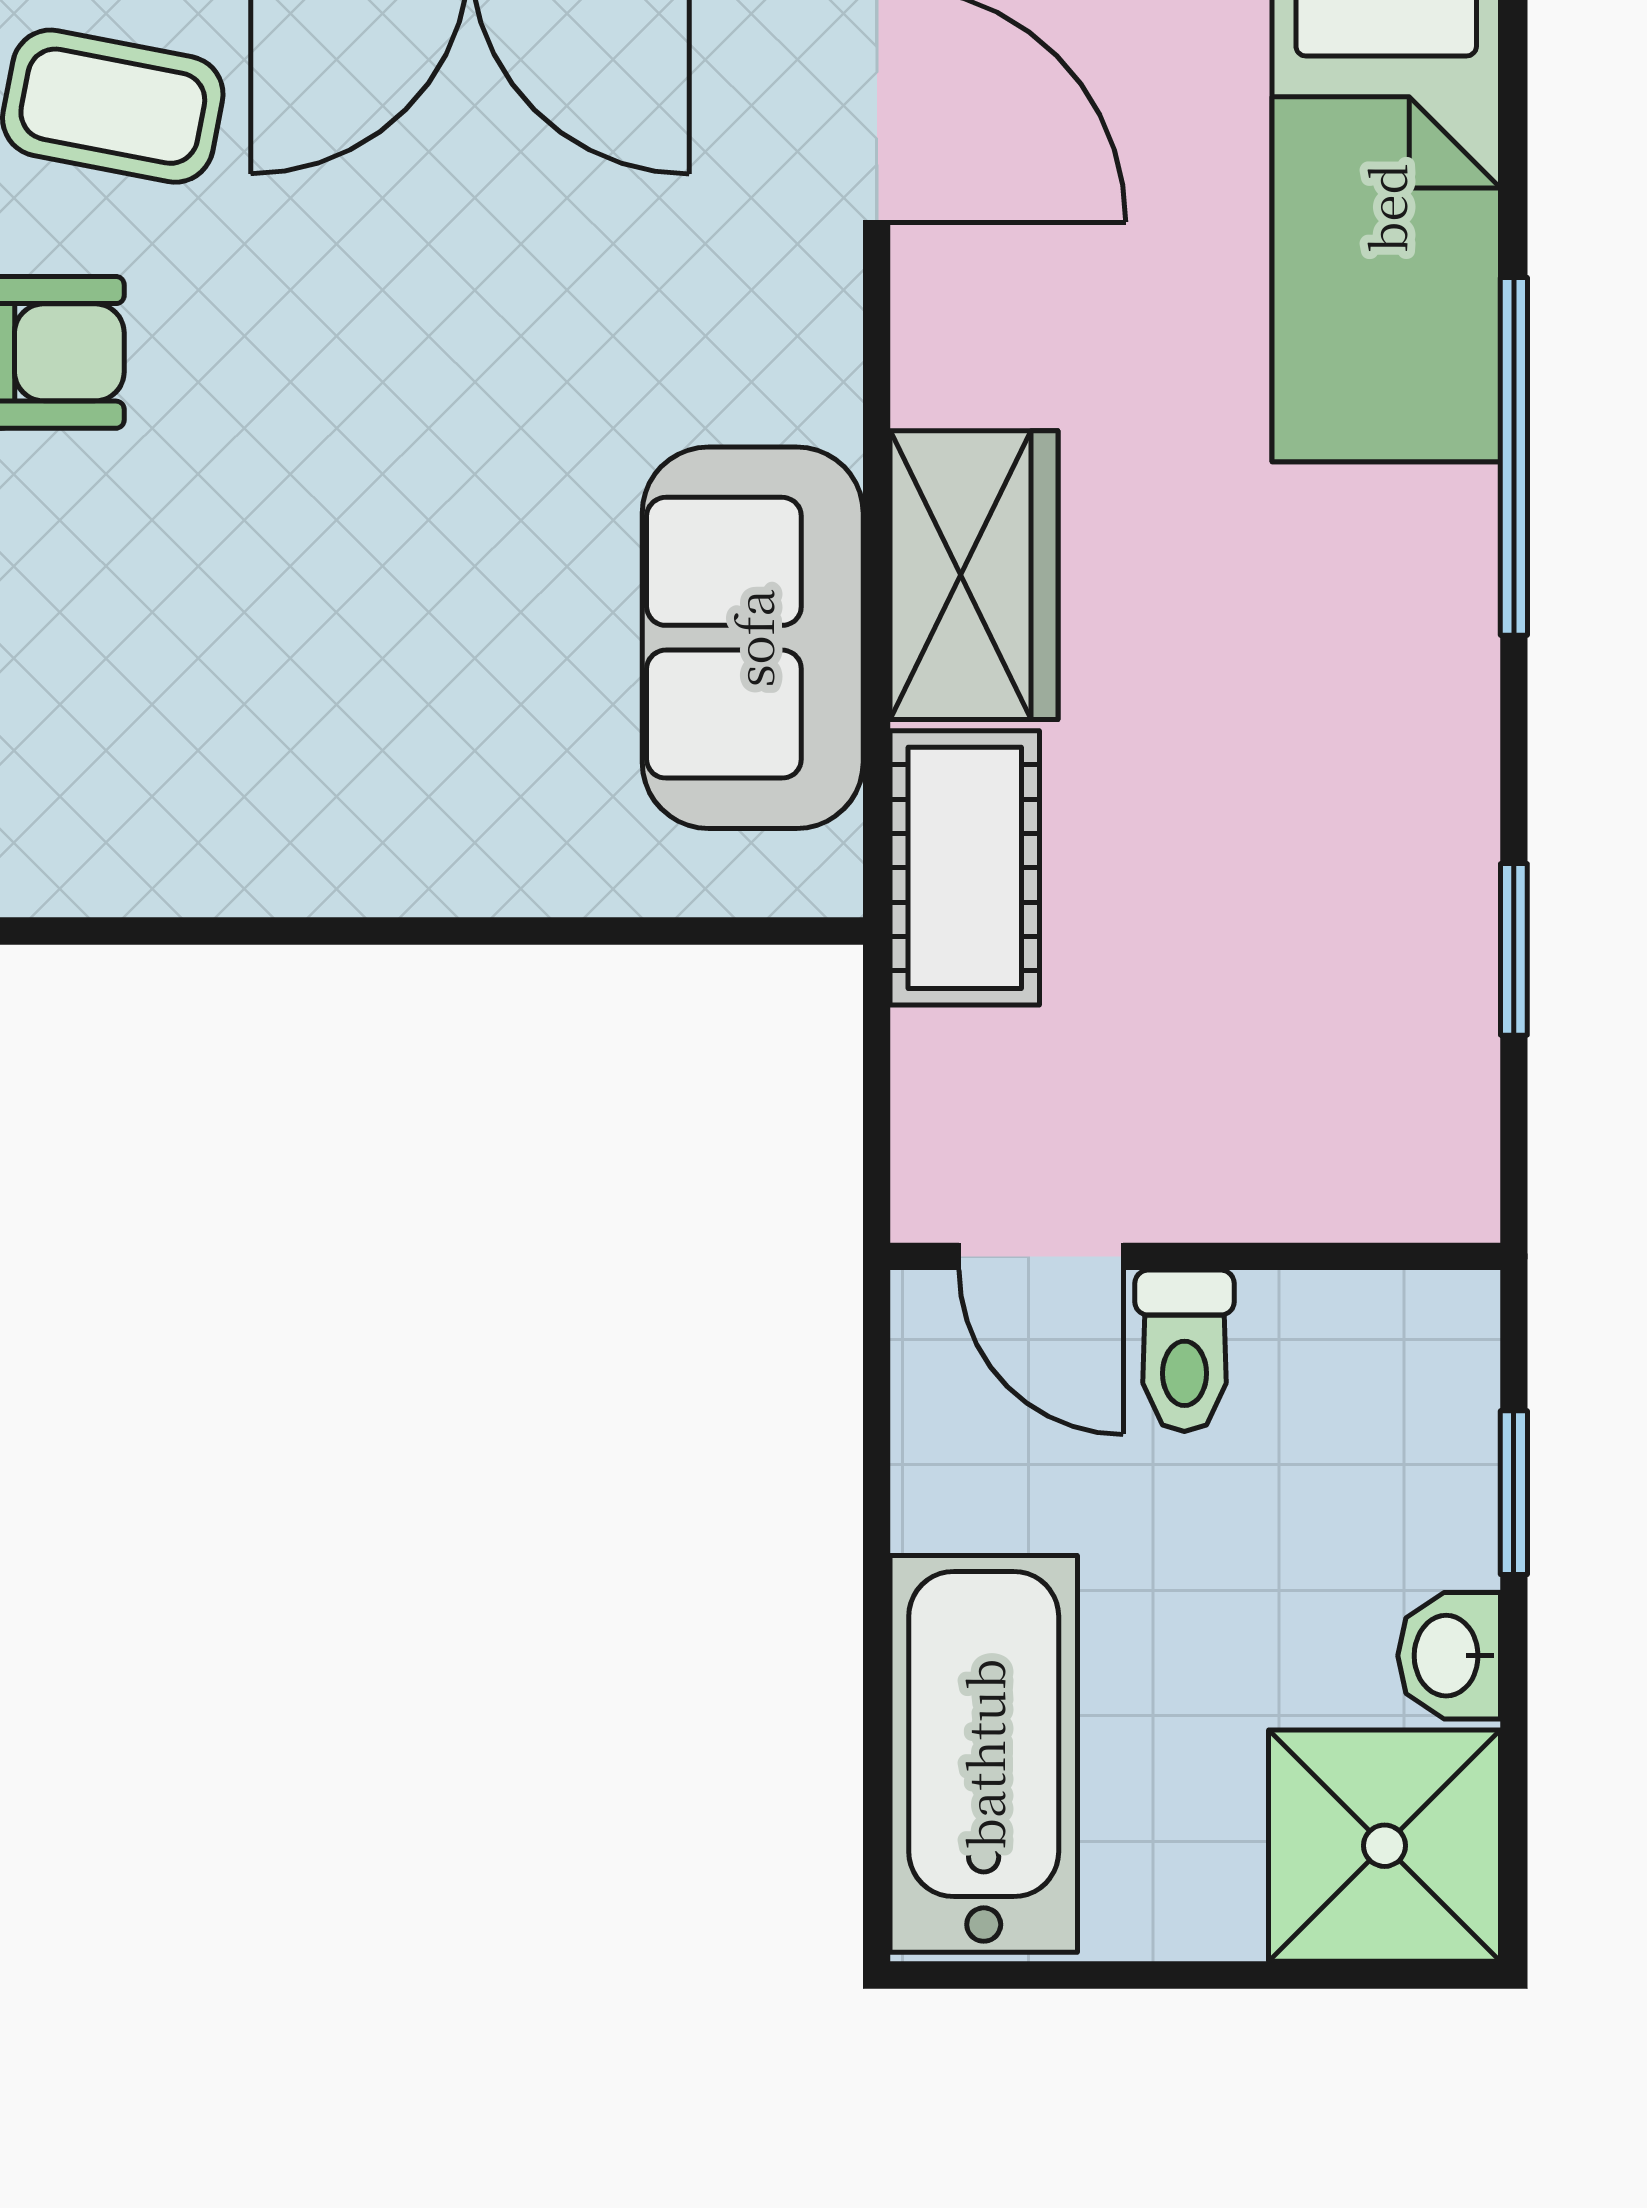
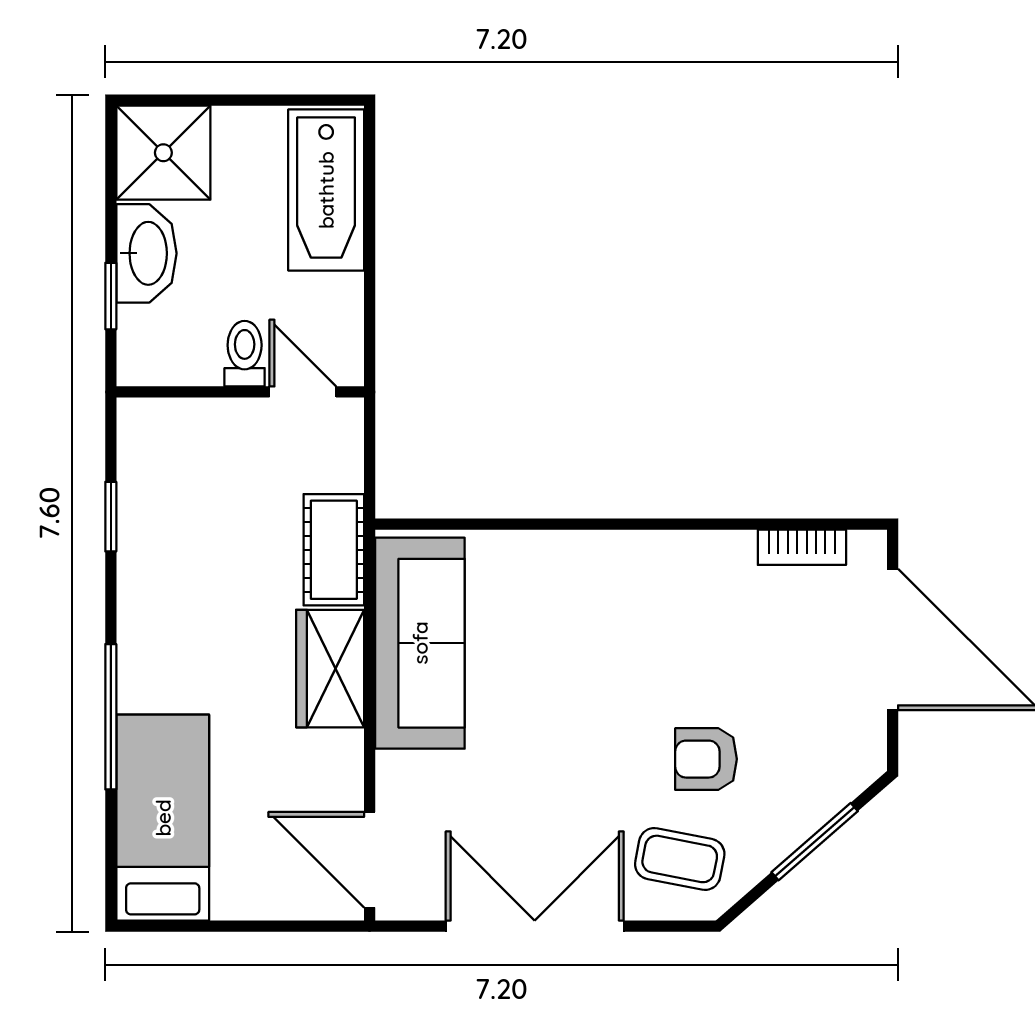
sofa: (753, 638) -> (420, 643), width x1.36
washbasin: (1449, 1656) -> (146, 253), width x1.91, depth x1.45

